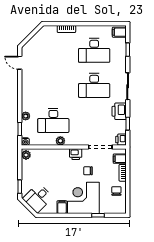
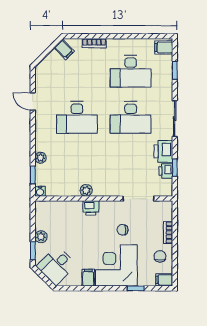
filing cabinet: (44, 34) -> (64, 50), added
door: (20, 63) -> (33, 102), moved
desk: (53, 120) -> (77, 117), moved
printer: (121, 140) -> (166, 171), moved
printer: (76, 154) -> (91, 208), moved
plant: (26, 155) -> (41, 237), moved
filing cabinet: (120, 159) -> (164, 280), moved

